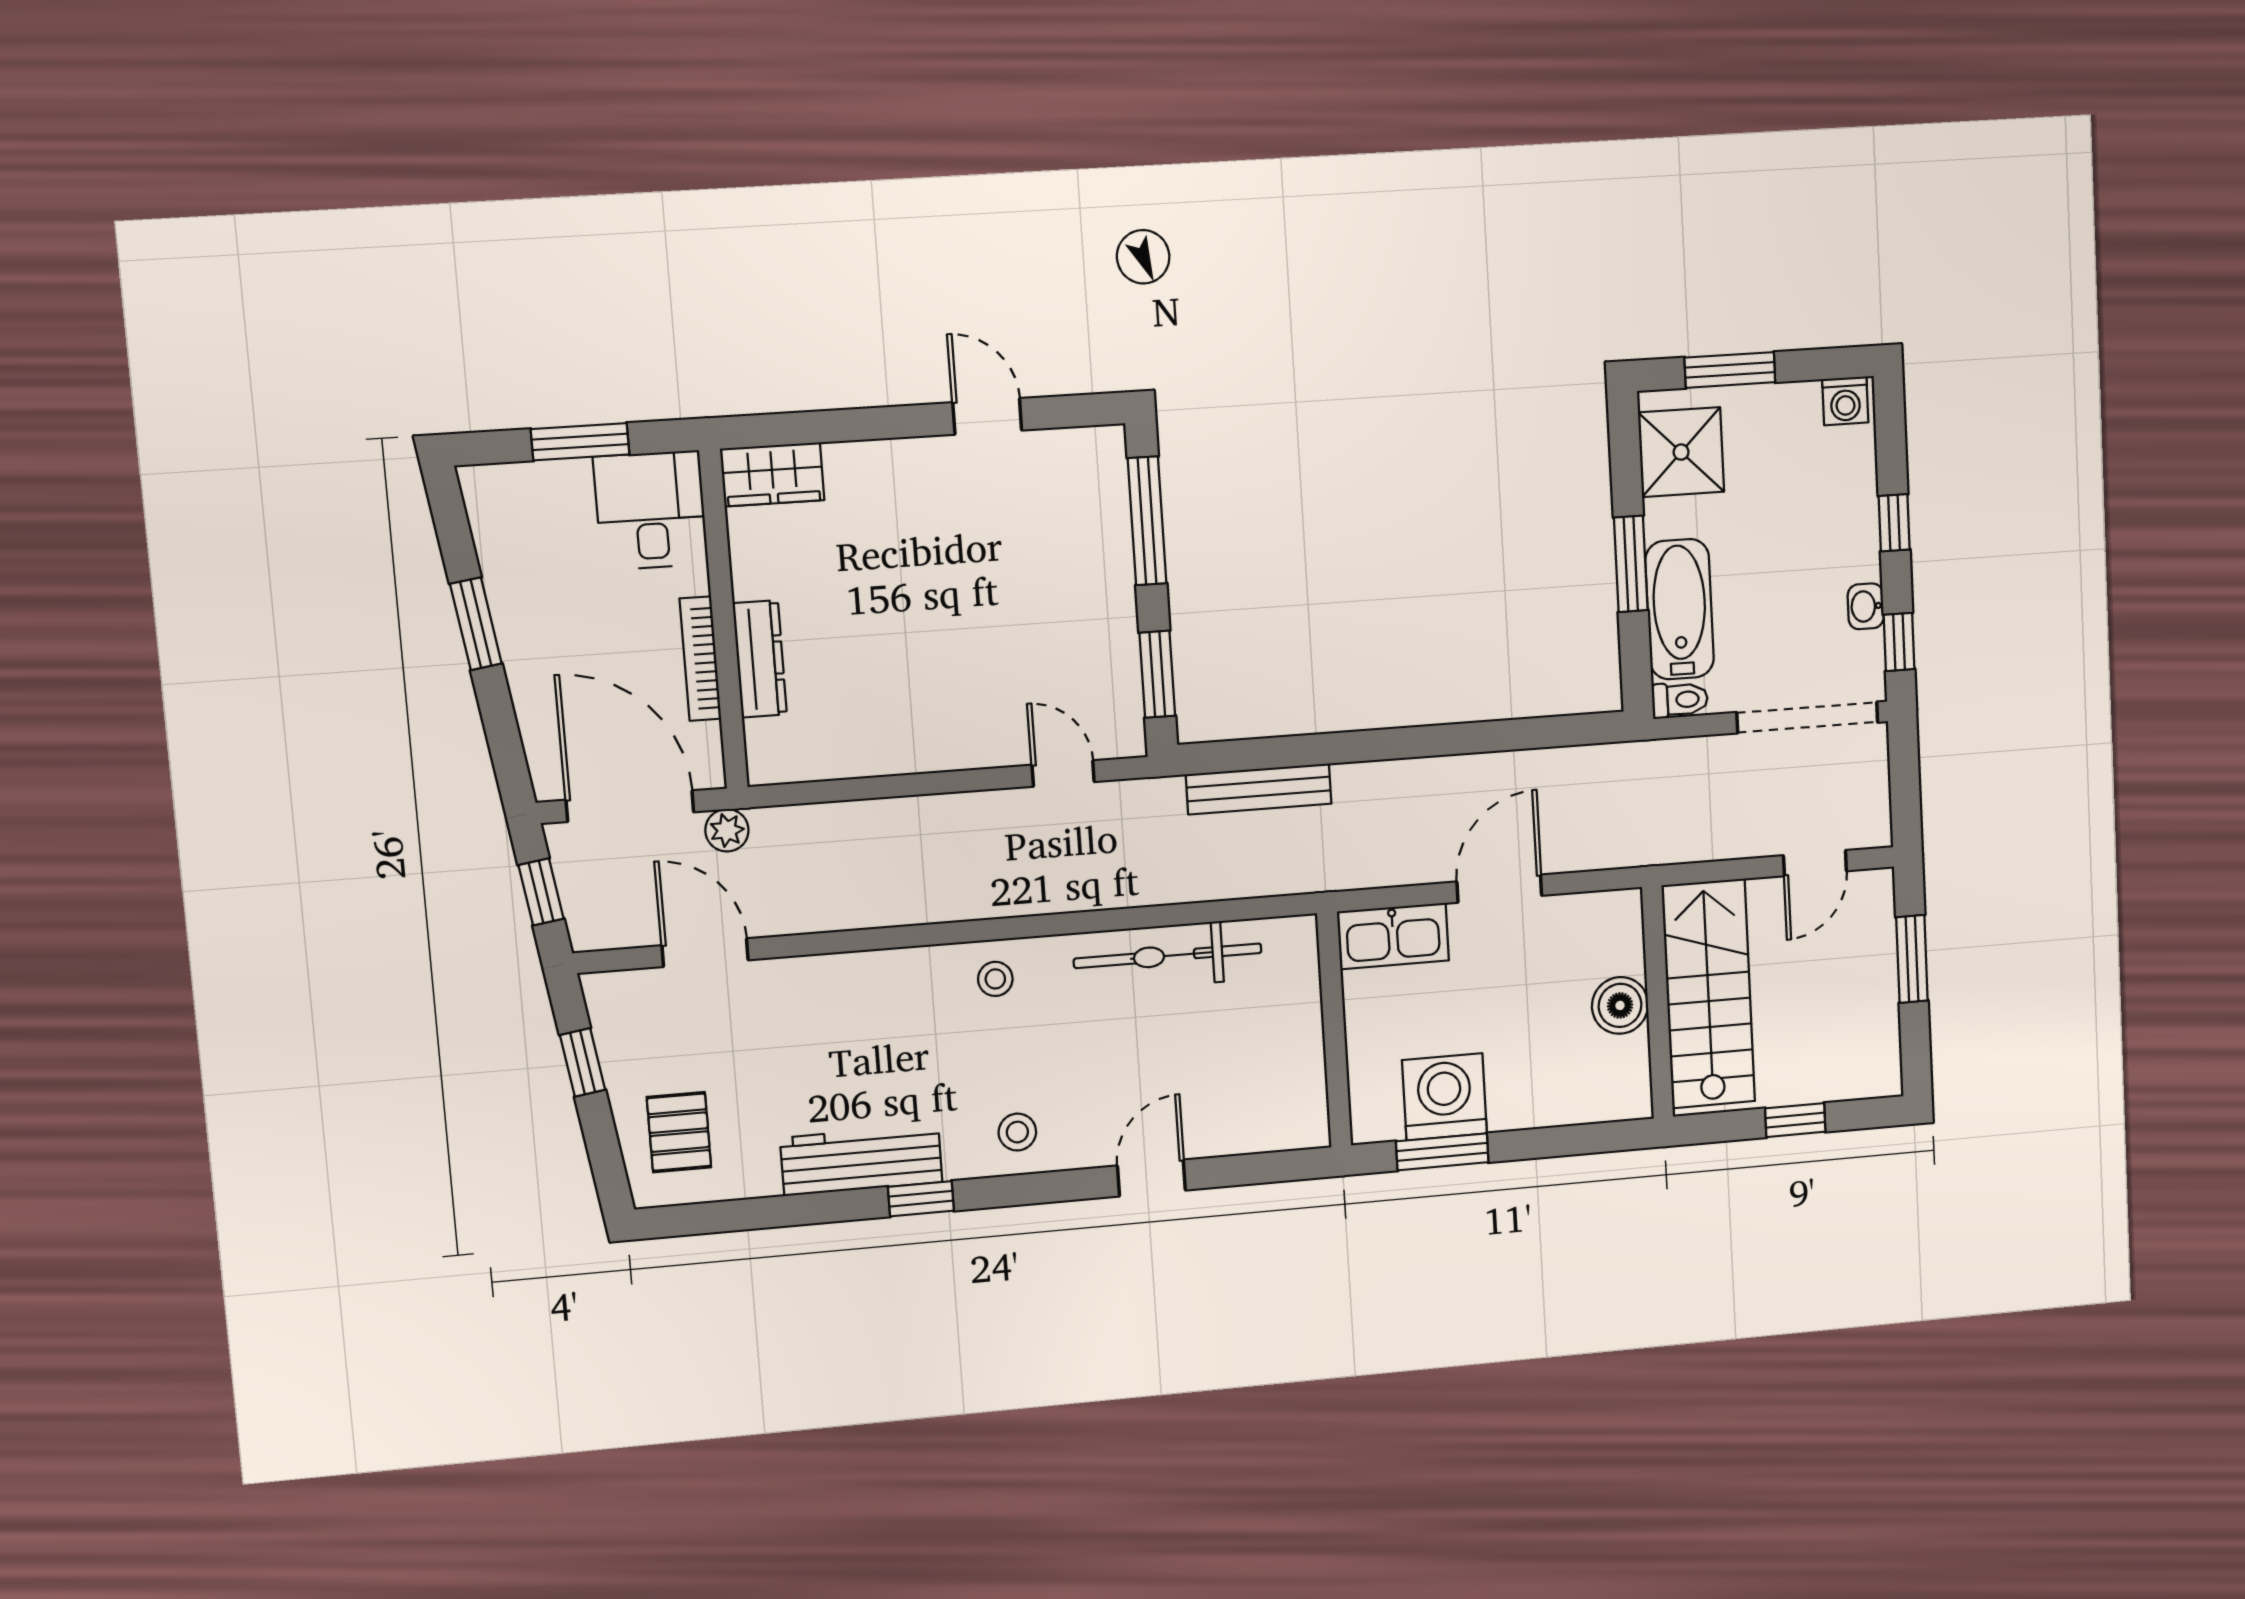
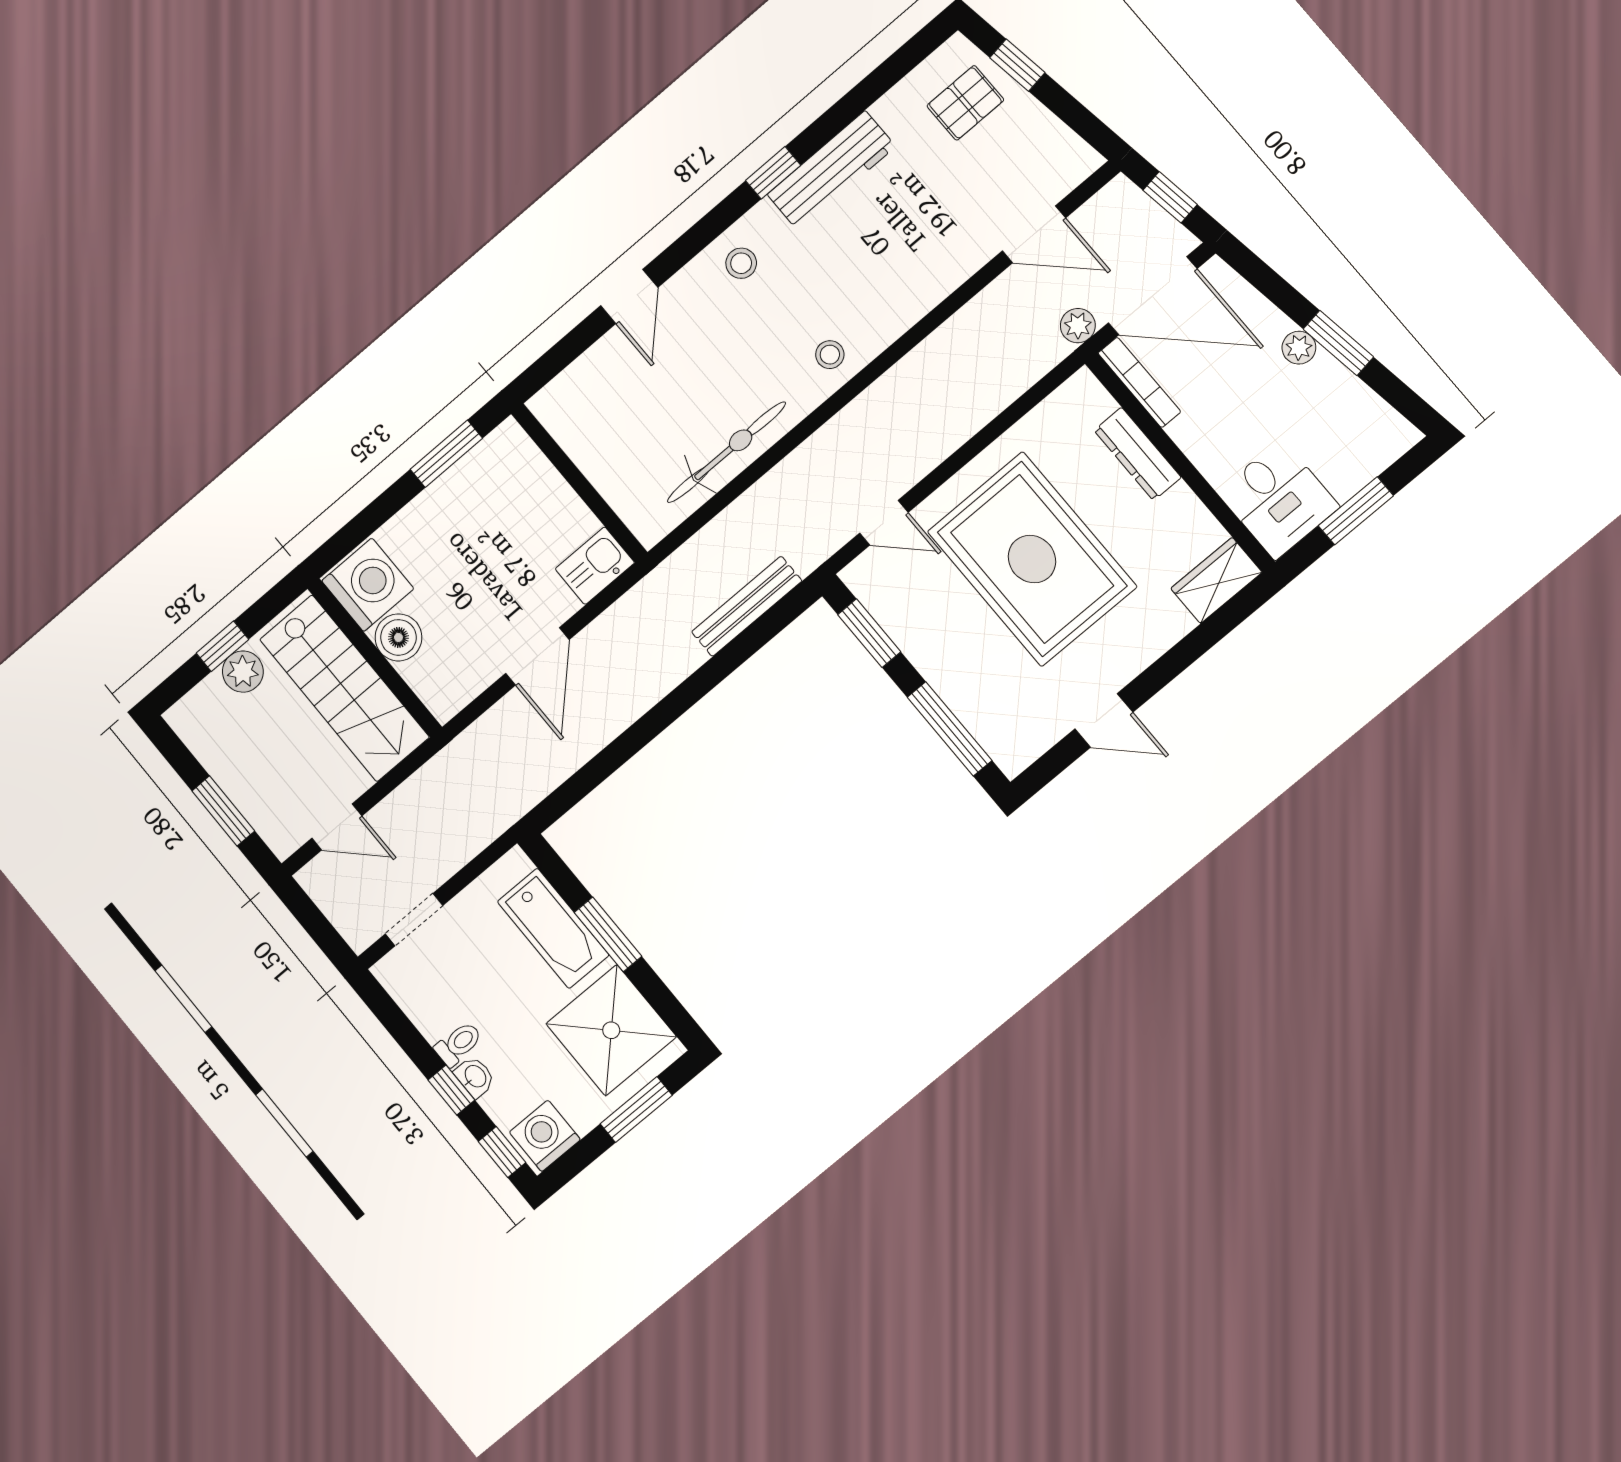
washing machine: (1845, 401) -> (545, 1136), width x1.38, depth x1.38
shower: (1681, 452) -> (611, 1030), width x1.37, depth x1.37
washbasin: (1866, 606) -> (475, 1077), moved
rug: (942, 630) -> (1032, 559), added
window: (1899, 642) -> (502, 1152), moved
plant: (519, 648) -> (1299, 348), added
bookcase: (700, 659) -> (1139, 382), moved
toilet: (1680, 700) -> (458, 1044), moved, turned 180
doorway: (1807, 717) -> (414, 920), width x0.53
door: (1815, 863) -> (337, 827), swing flipped
kitchen sink: (1393, 936) -> (595, 566), width x0.73
window: (583, 1062) -> (1017, 65), moved
plant: (1794, 1081) -> (243, 672), added
washing machine: (1444, 1097) -> (368, 585), moved, turned -90
pallet: (679, 1132) -> (965, 103), turned 90

